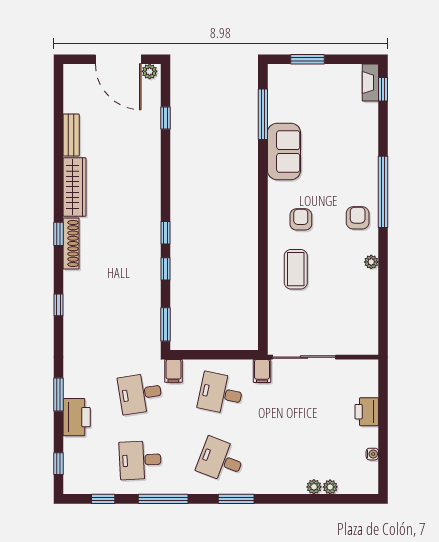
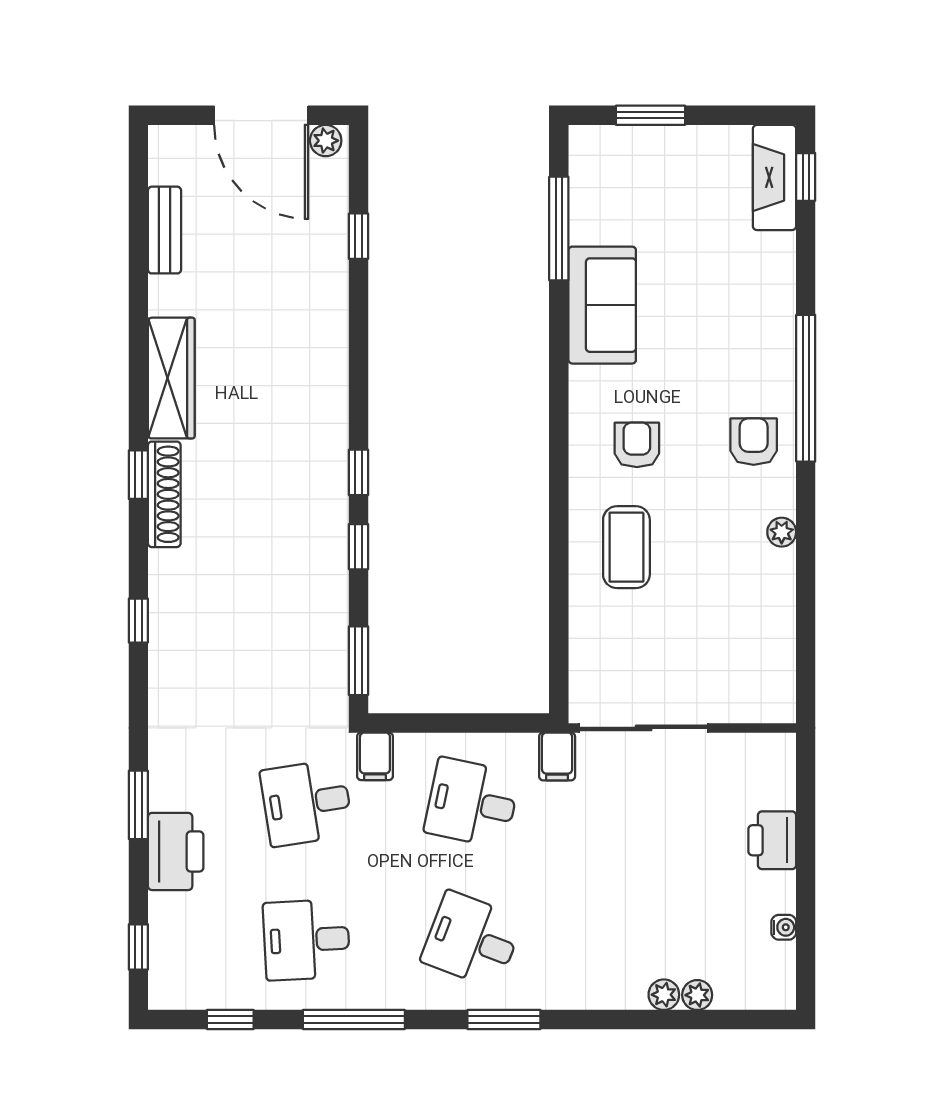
fireplace: (370, 83) -> (775, 177), width x1.37, depth x1.32
bench: (71, 135) -> (165, 230), moved

